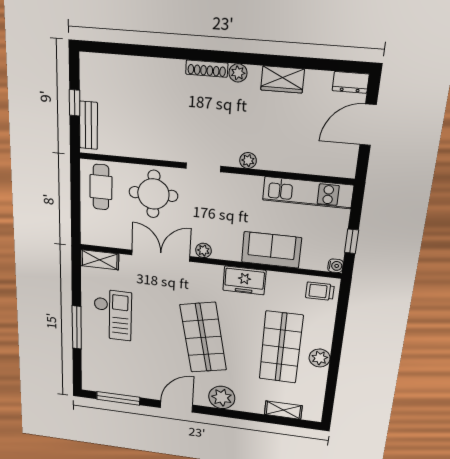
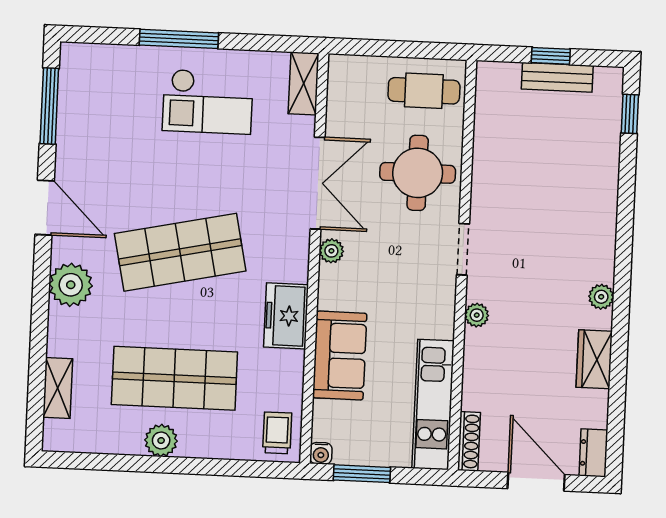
window: (111, 48) -> (630, 114), added
shoe rack: (207, 69) -> (469, 441), moved, turned 180
bench: (89, 125) -> (557, 77), moved
window: (352, 241) -> (362, 474), width x1.50

